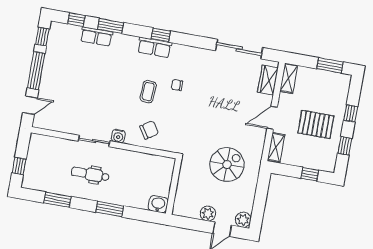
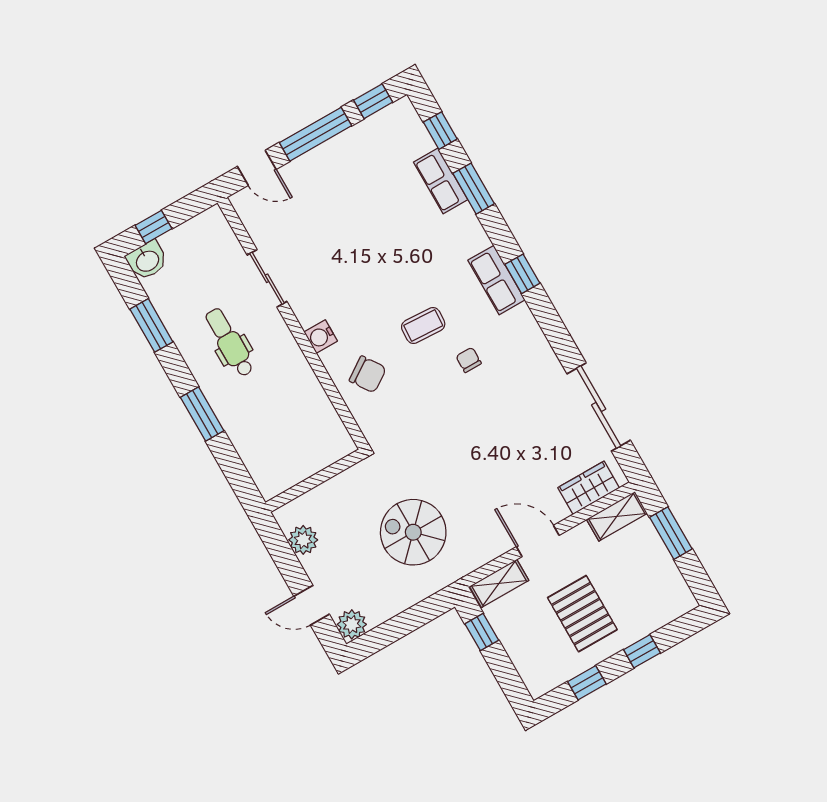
window: (330, 65) -> (671, 533), moved
sliding door: (94, 141) -> (267, 278), moved
spiral stairs: (227, 165) -> (413, 532), turned 180
window: (310, 174) -> (482, 632), moved
washbasin: (158, 204) -> (147, 260), moved, turned 90
plant: (208, 213) -> (303, 540), moved

